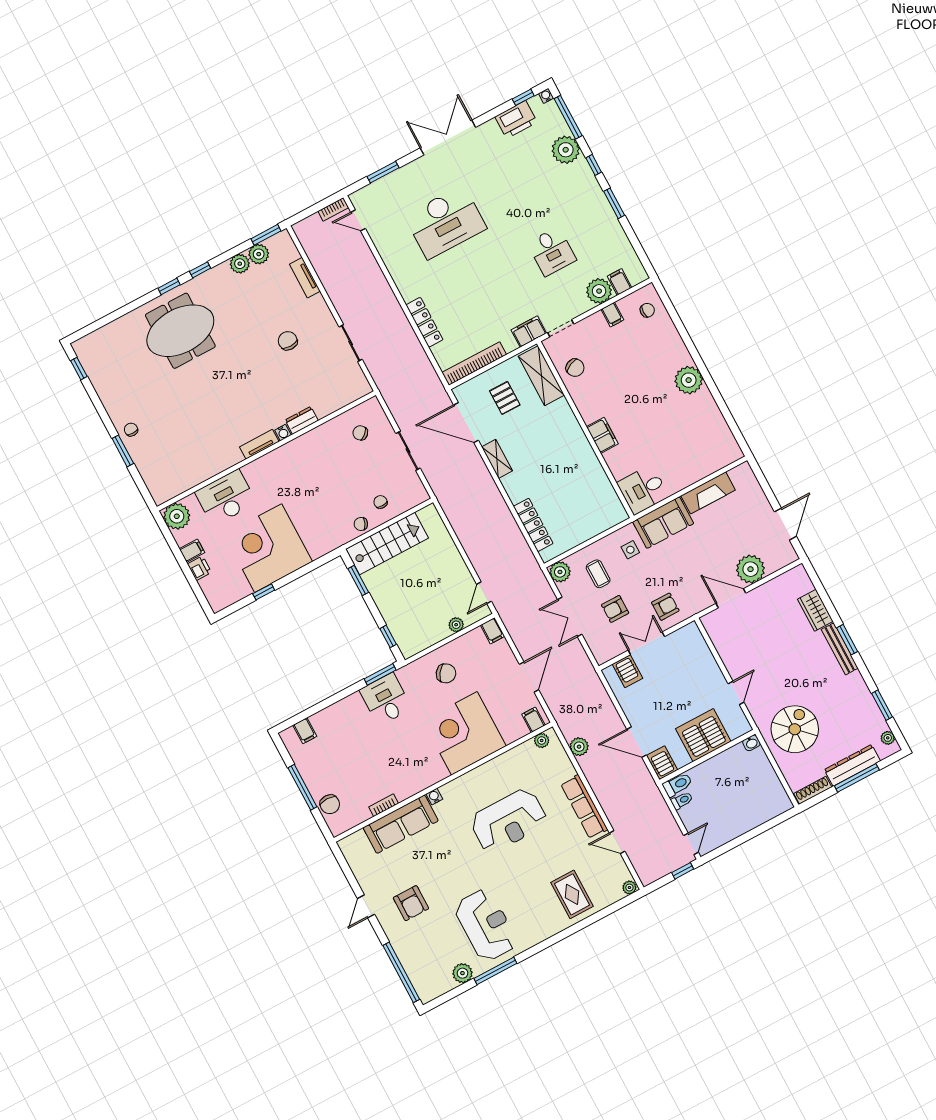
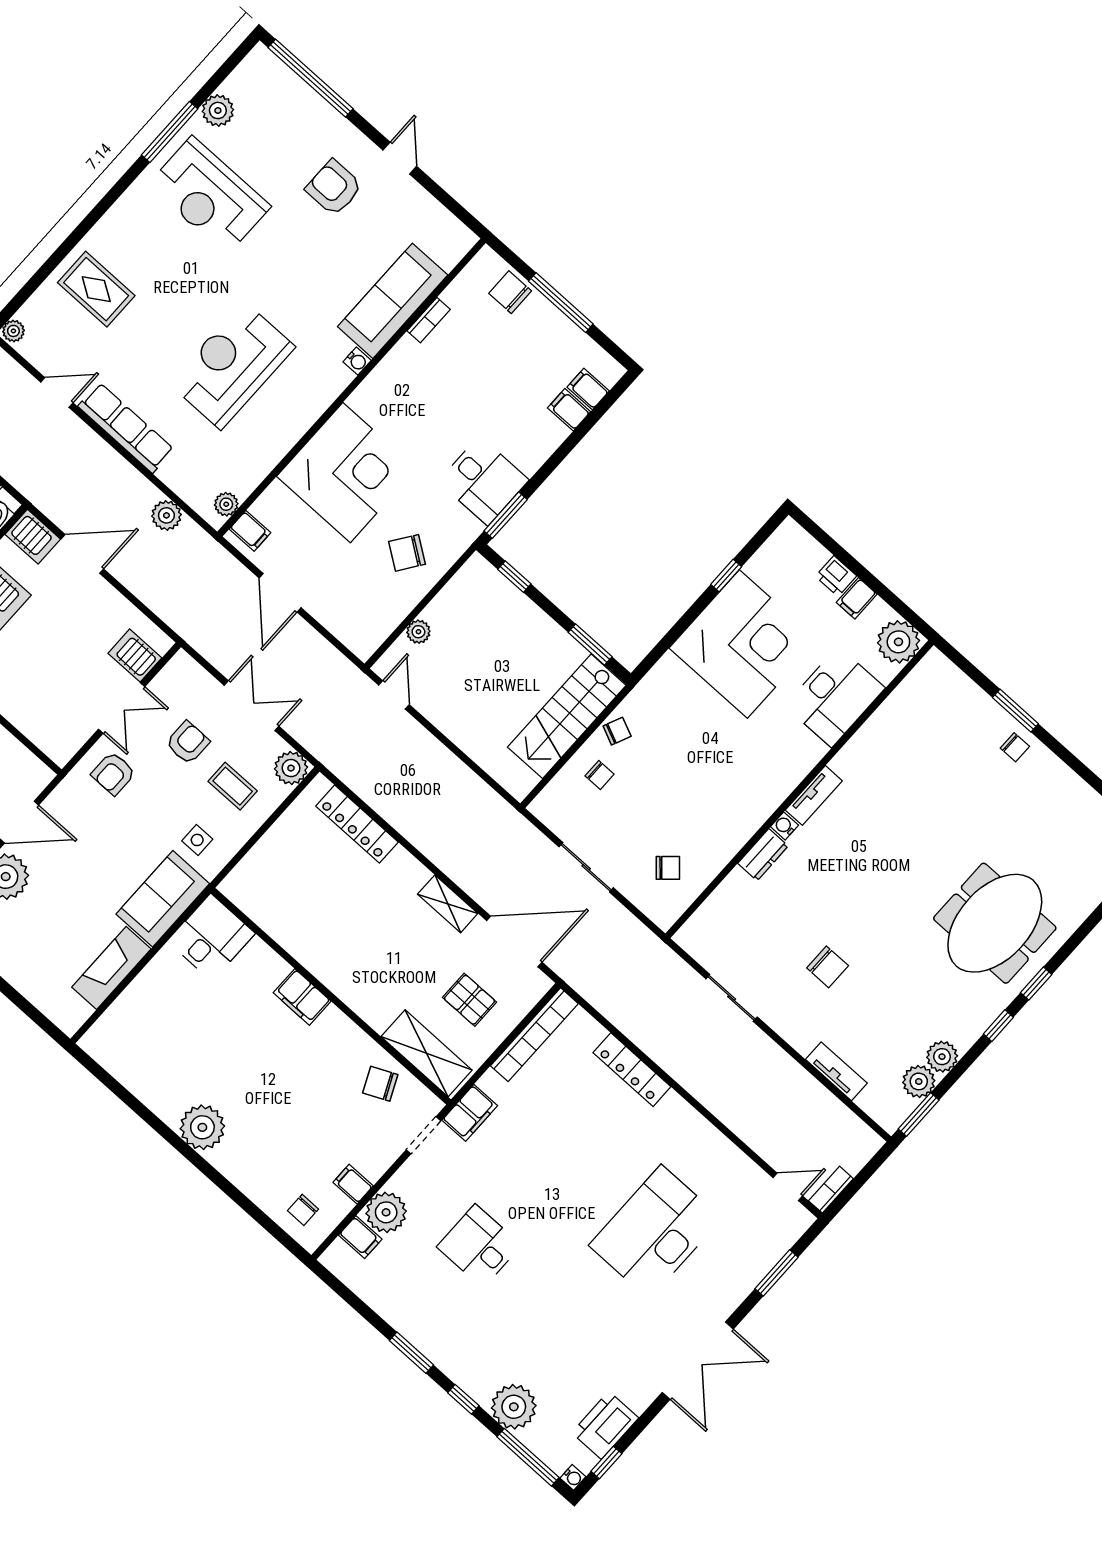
filing cabinet: (493, 631) -> (569, 410), moved

